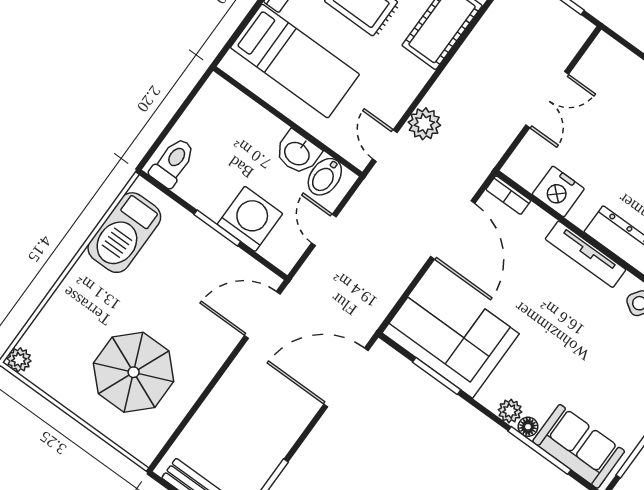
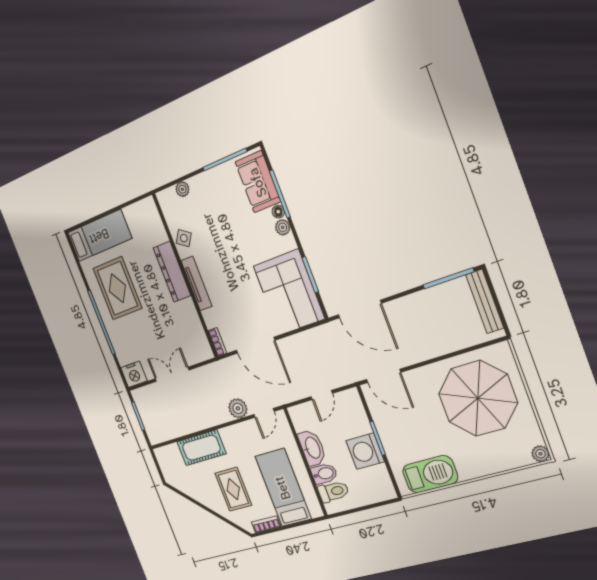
washbasin: (297, 153) -> (312, 448), width x1.38
toilet: (173, 162) -> (333, 492), moved, turned 180
bidet: (325, 177) -> (324, 474), moved
nightstand: (558, 191) -> (134, 374), moved, turned 90
washing machine: (250, 219) -> (365, 451), moved
door: (453, 230) -> (255, 345), swing flipped
parasol: (134, 372) -> (478, 398), width x1.36, depth x1.36

